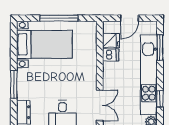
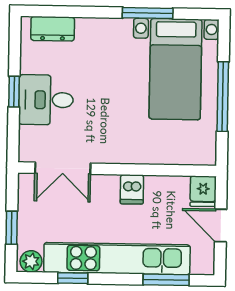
fridge: (111, 40) -> (203, 191), moved
dishwasher: (111, 55) -> (132, 189), moved
window: (14, 85) -> (148, 13), moved

